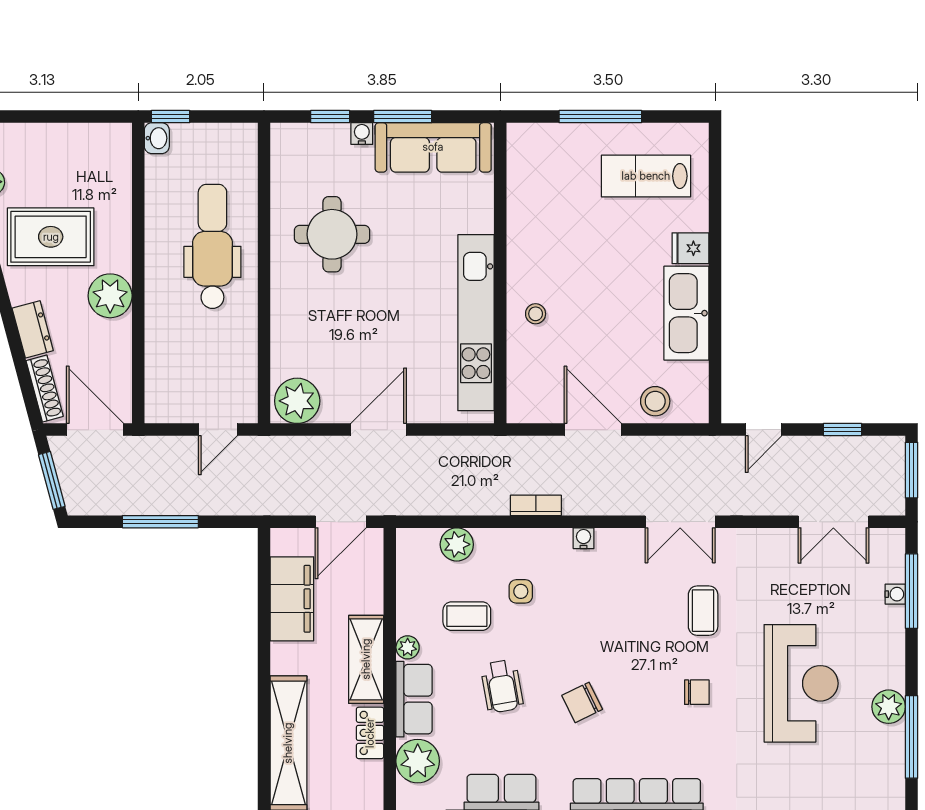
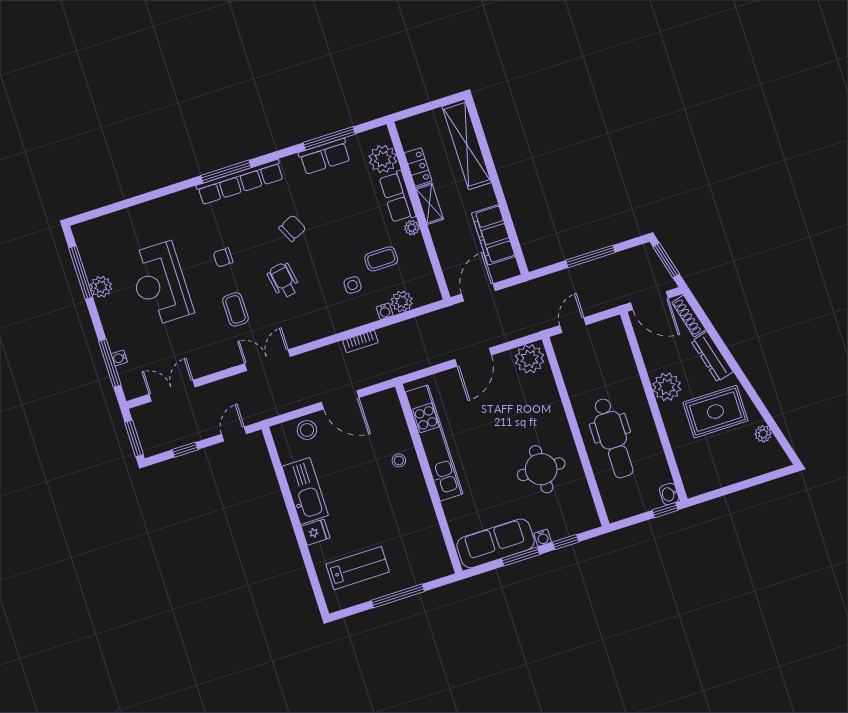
dresser: (33, 329) -> (712, 357), width x1.44
water cooler: (584, 538) -> (385, 311), moved
shelving: (366, 659) -> (429, 204), width x0.67, depth x0.75
wheelchair: (502, 686) -> (284, 280), moved

